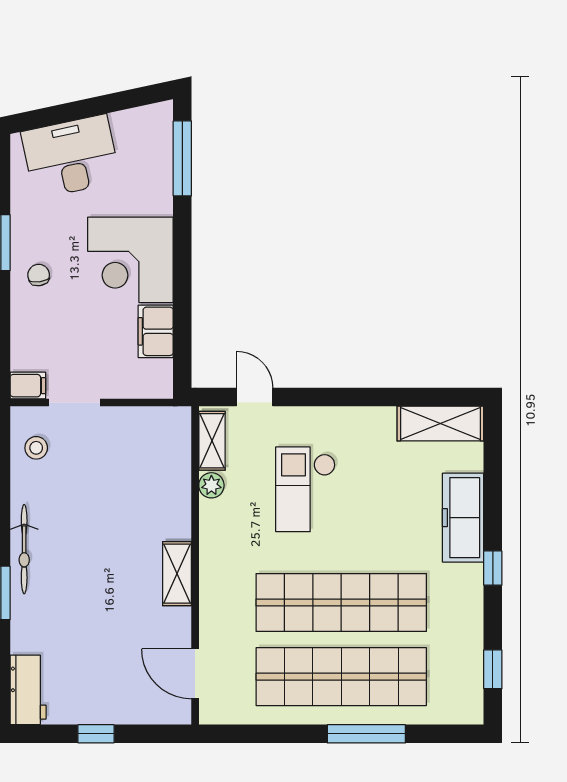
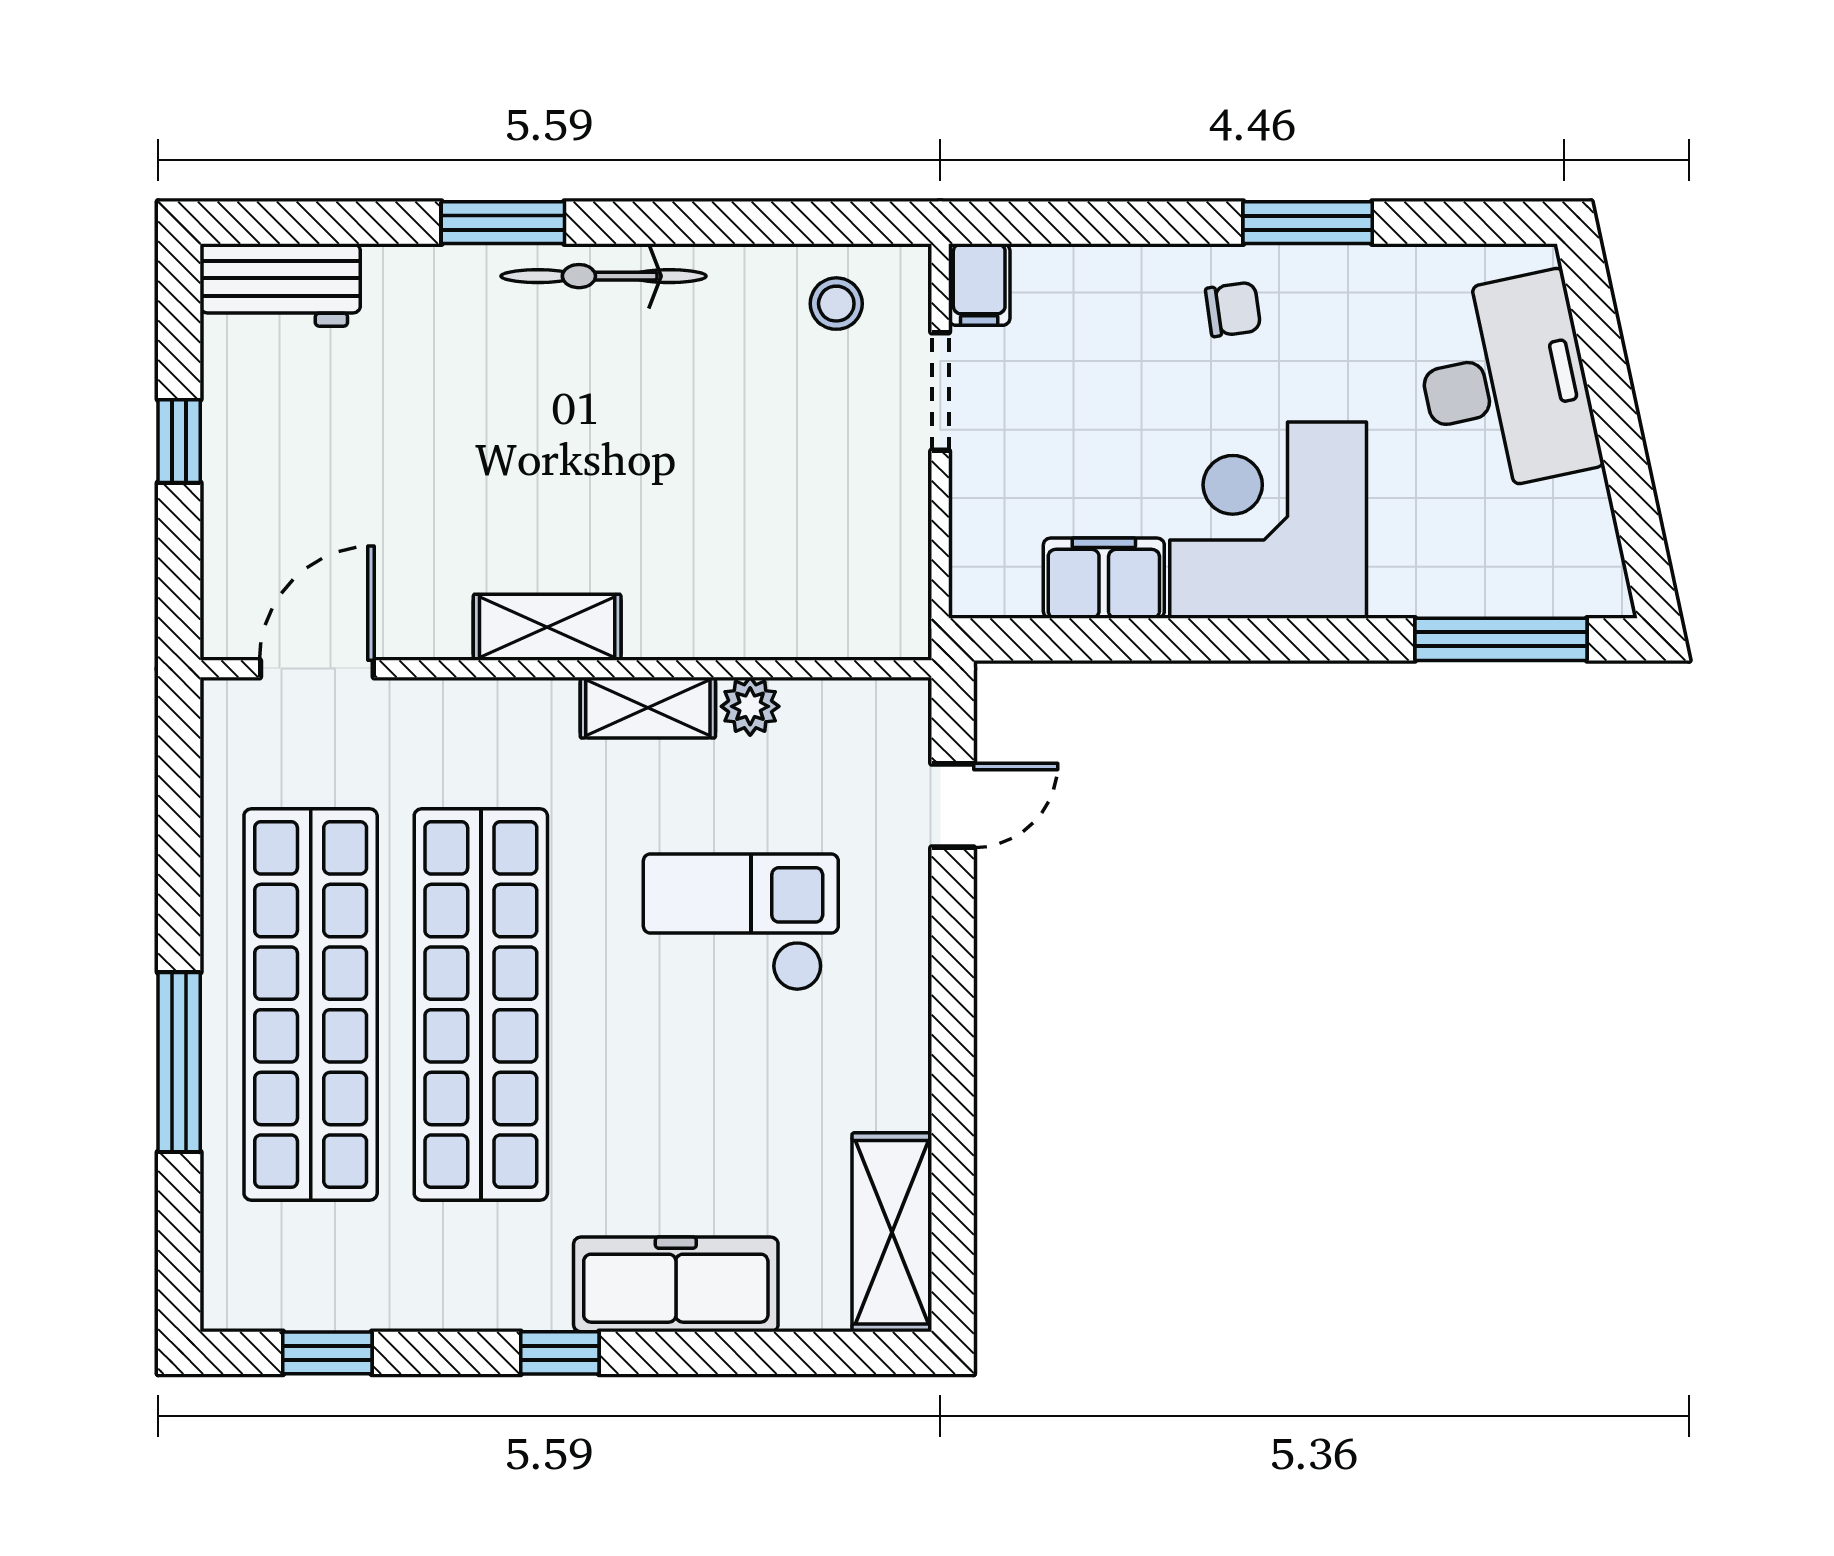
shelving: (212, 441) -> (648, 708), moved

